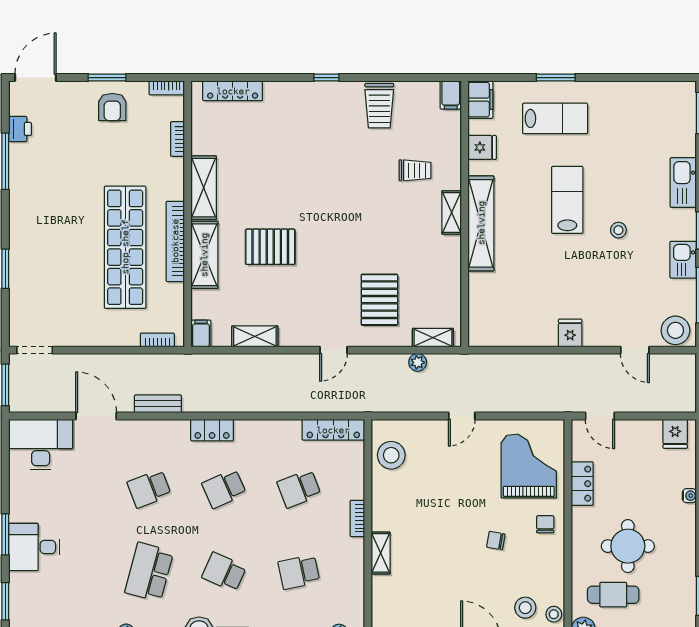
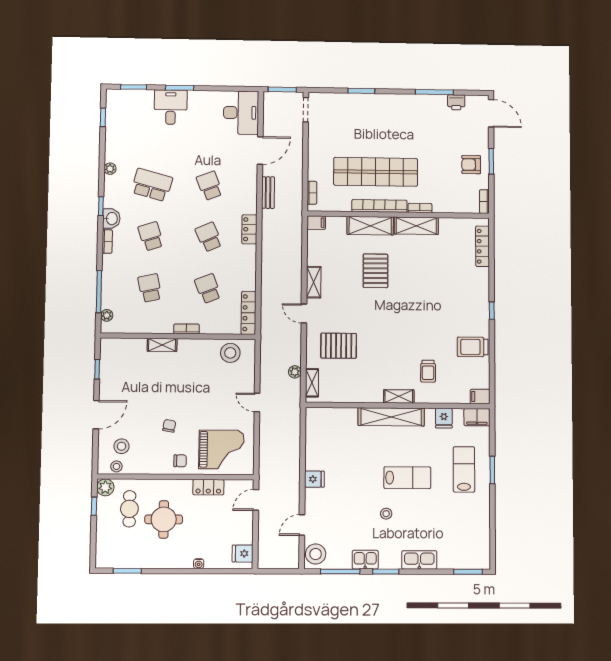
lab bench: (555, 118) -> (464, 469), turned 180
bookcase: (177, 139) -> (420, 208), moved
shelving: (255, 336) -> (314, 282), moved
school desk: (224, 572) -> (151, 236), turned -42

